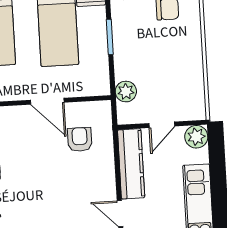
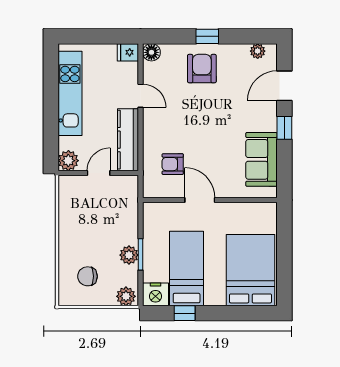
plant: (126, 92) -> (129, 255), moved
armchair: (80, 139) -> (173, 164), turned 90

